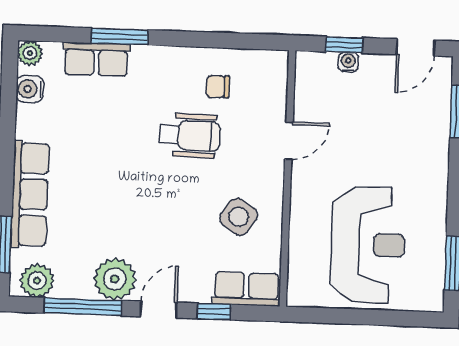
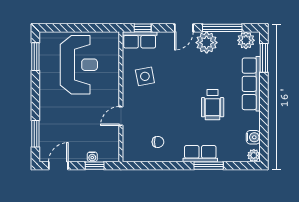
row of seats: (96, 59) -> (200, 154), moved
wheelchair: (190, 135) -> (213, 105), moved, turned -91
side table: (239, 217) -> (145, 76), turned 45
reception desk: (368, 245) -> (79, 65), turned 180
window: (214, 312) -> (143, 28), moved

